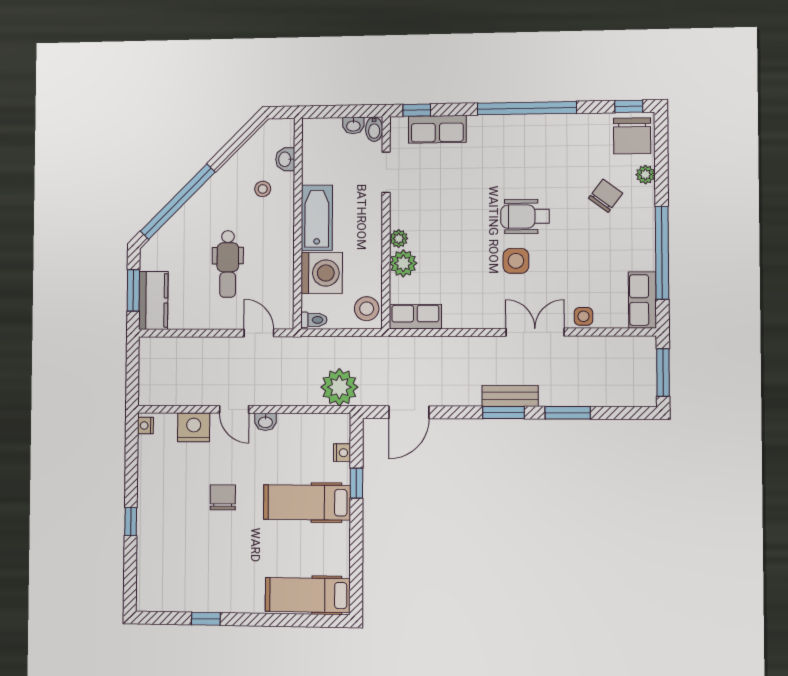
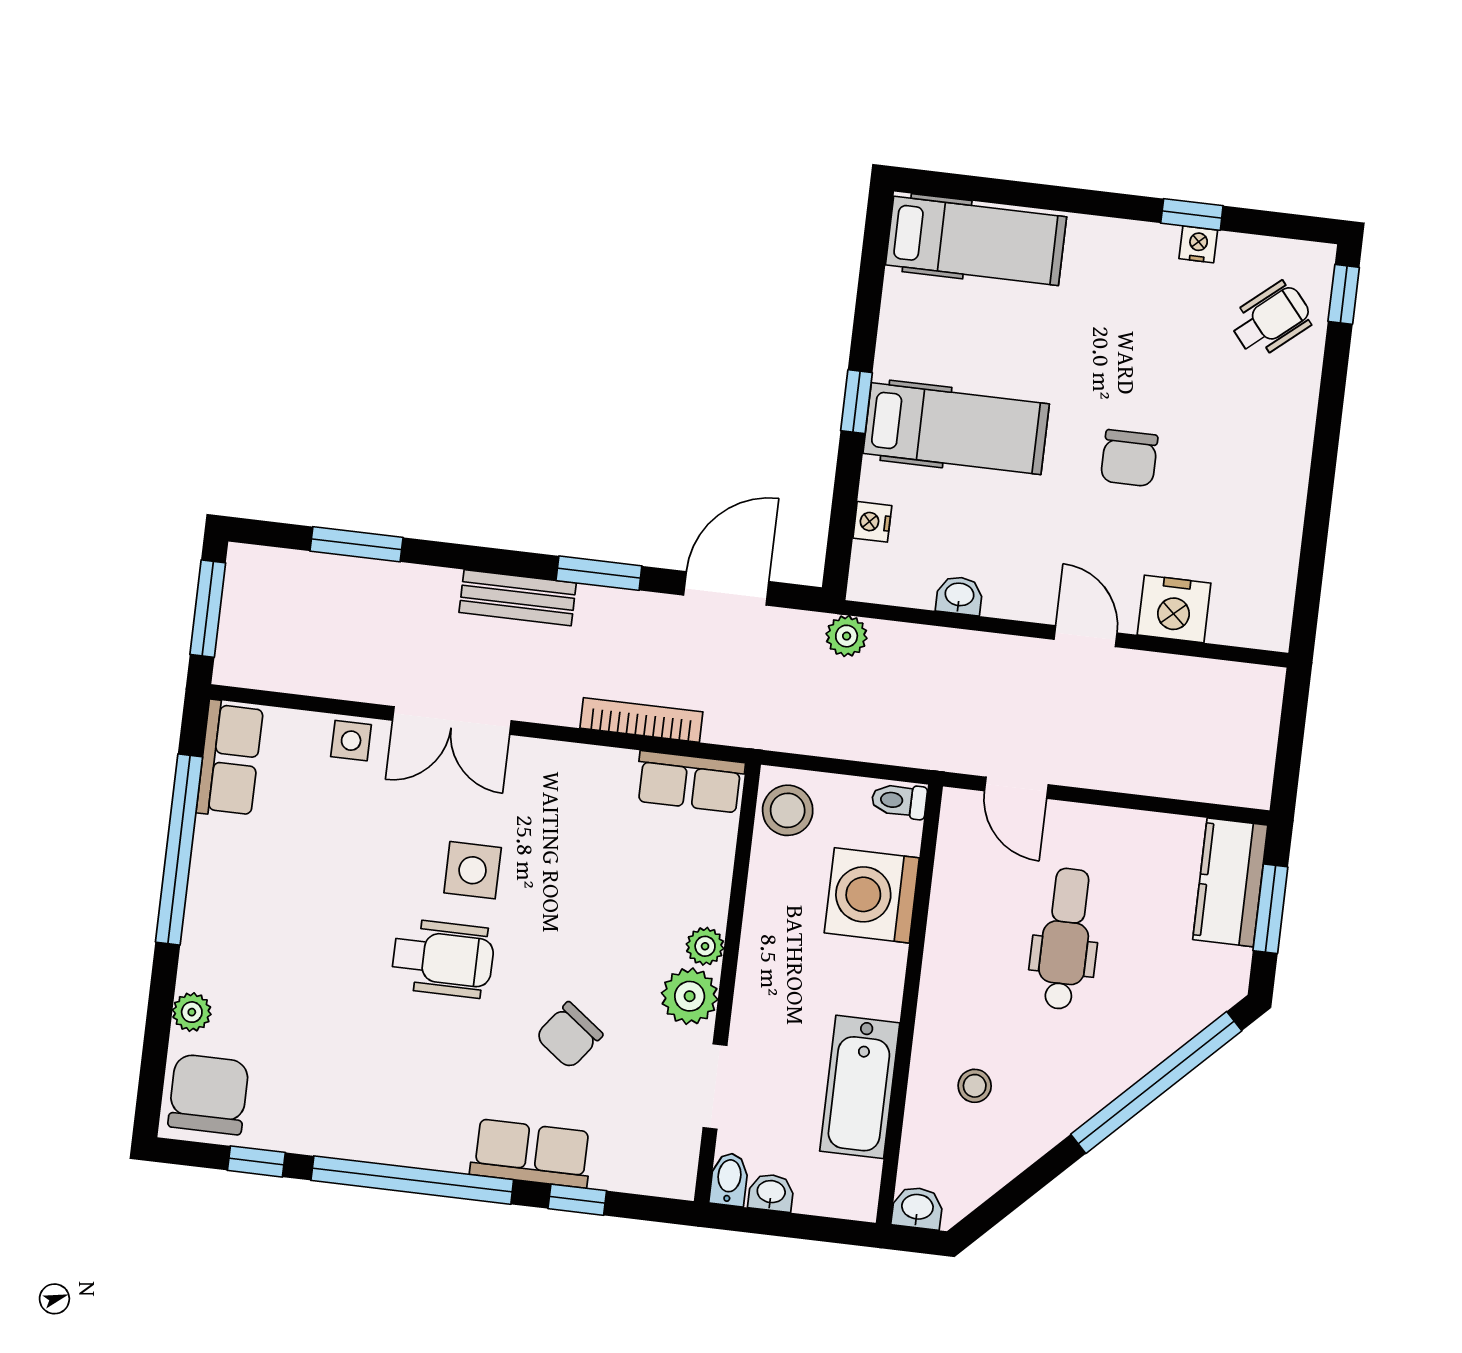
window: (629, 106) -> (256, 1161), moved
window: (417, 110) -> (577, 1200), moved
row of seats: (437, 129) -> (531, 1153), moved
washbasin: (285, 159) -> (917, 1208), moved, turned -90
chair: (606, 196) -> (569, 1035), moved
bathtub: (317, 218) -> (860, 1087), moved
plant: (403, 263) -> (690, 996), moved
bookcase: (442, 344) -> (641, 720), added
plant: (339, 387) -> (847, 636), width x0.53, depth x0.53
window: (503, 413) -> (599, 573), moved
window: (568, 413) -> (357, 544), moved
washbasin: (265, 422) -> (959, 595), moved
nightstand: (145, 425) -> (1198, 244), moved, turned -90
window: (356, 483) -> (857, 402), moved
window: (131, 522) -> (1344, 294), moved
wheelchair: (163, 572) -> (1271, 320), added

